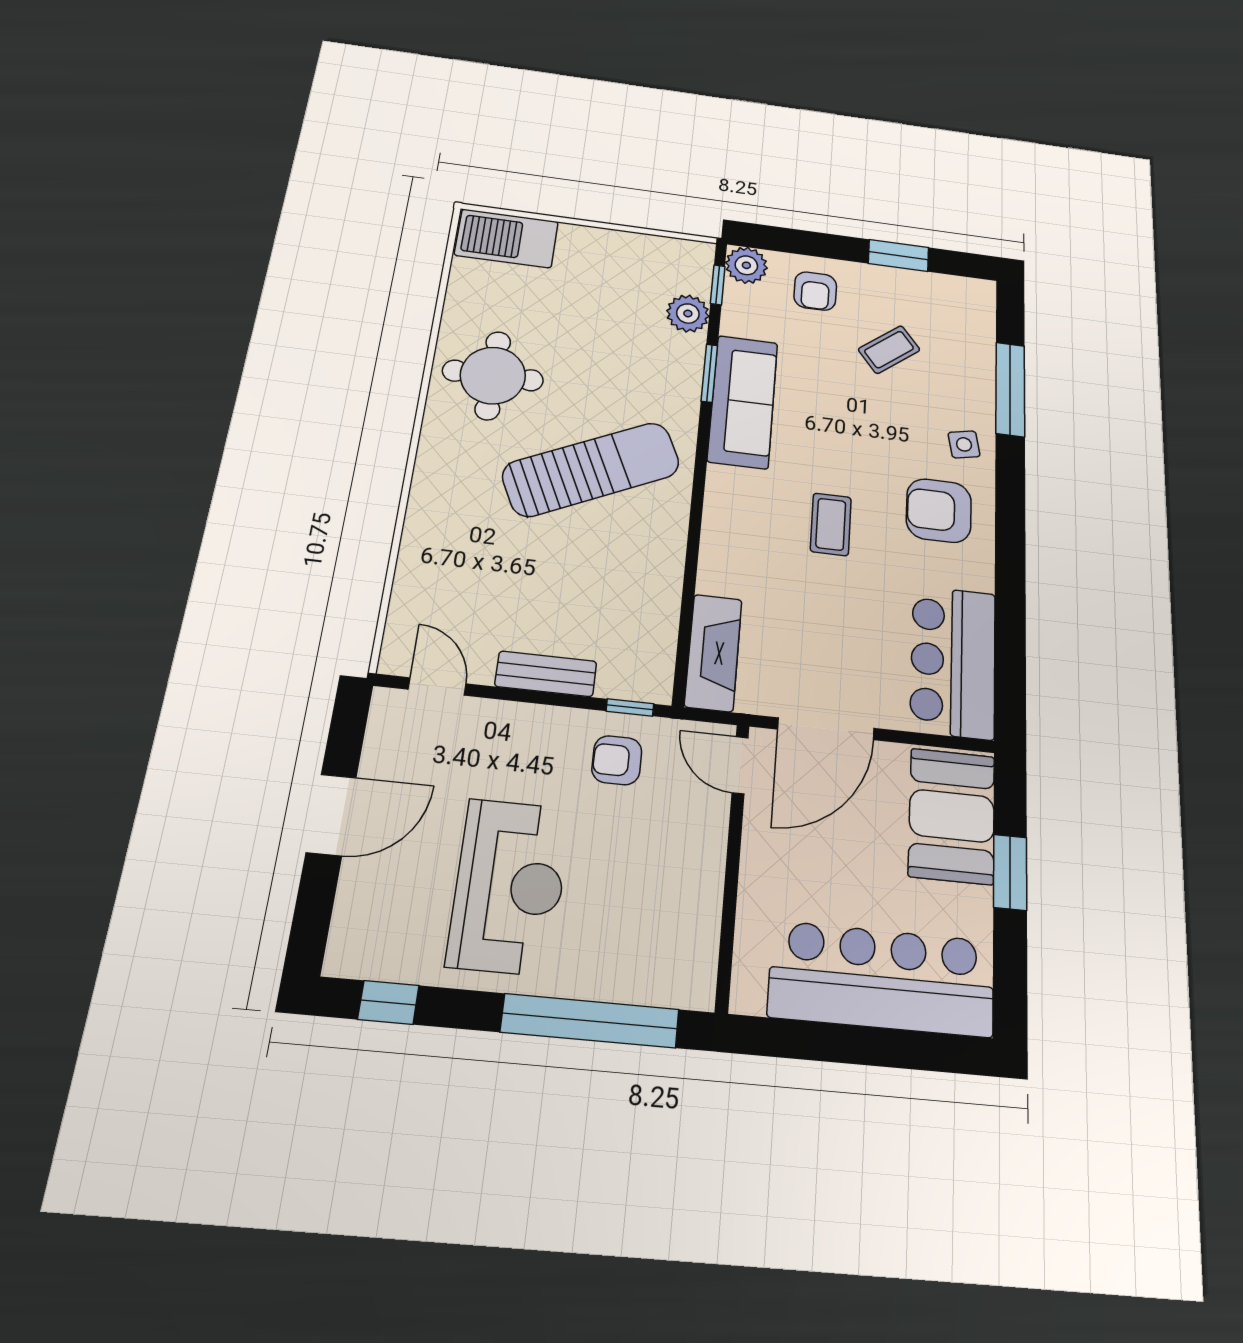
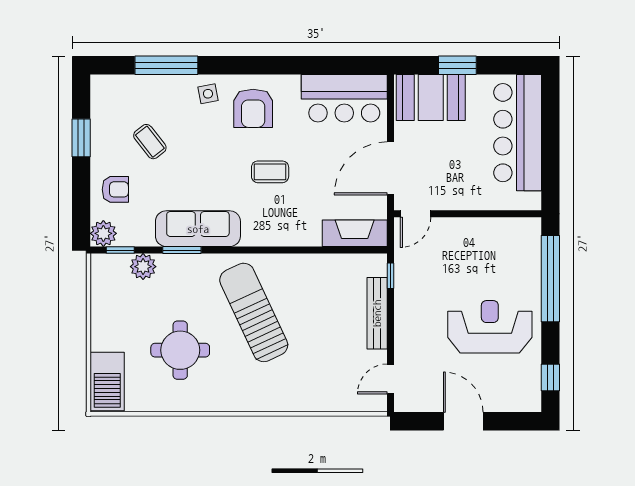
round table: (493, 375) -> (180, 350), moved
bench: (546, 674) -> (377, 313), width x1.36
door: (826, 729) -> (391, 168), swing flipped
armchair: (617, 760) -> (420, 280), removed

